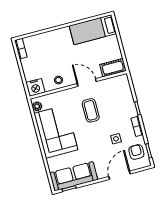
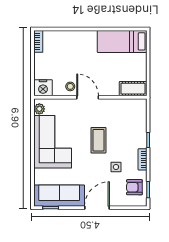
door: (87, 83) -> (88, 97), moved
coffee table: (91, 110) -> (98, 140), moved
armchair: (136, 152) -> (134, 187), turned -90
door: (120, 175) -> (97, 208), moved

